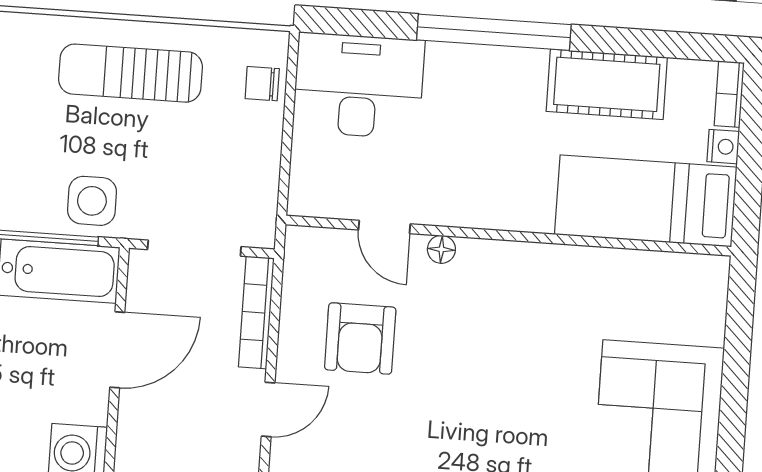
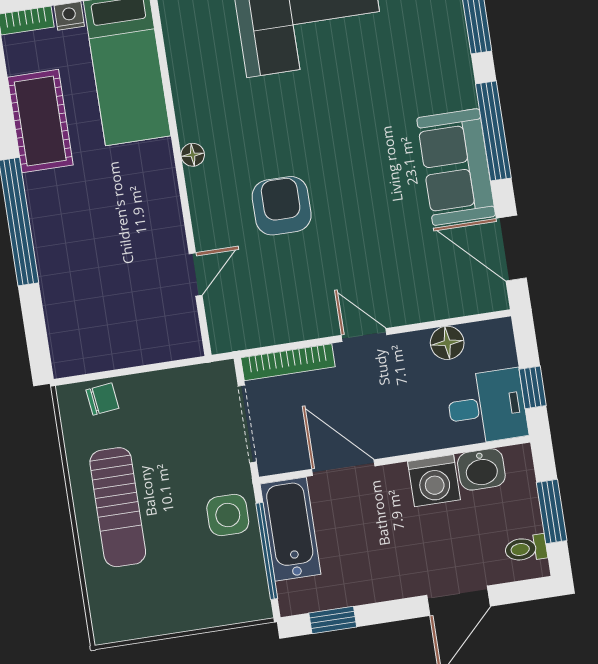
chair: (262, 84) -> (102, 399), turned -97
desk: (359, 86) -> (86, 321), removed
floor lamp: (441, 249) -> (193, 155), moved
armchair: (360, 338) -> (282, 206), moved, turned -90

